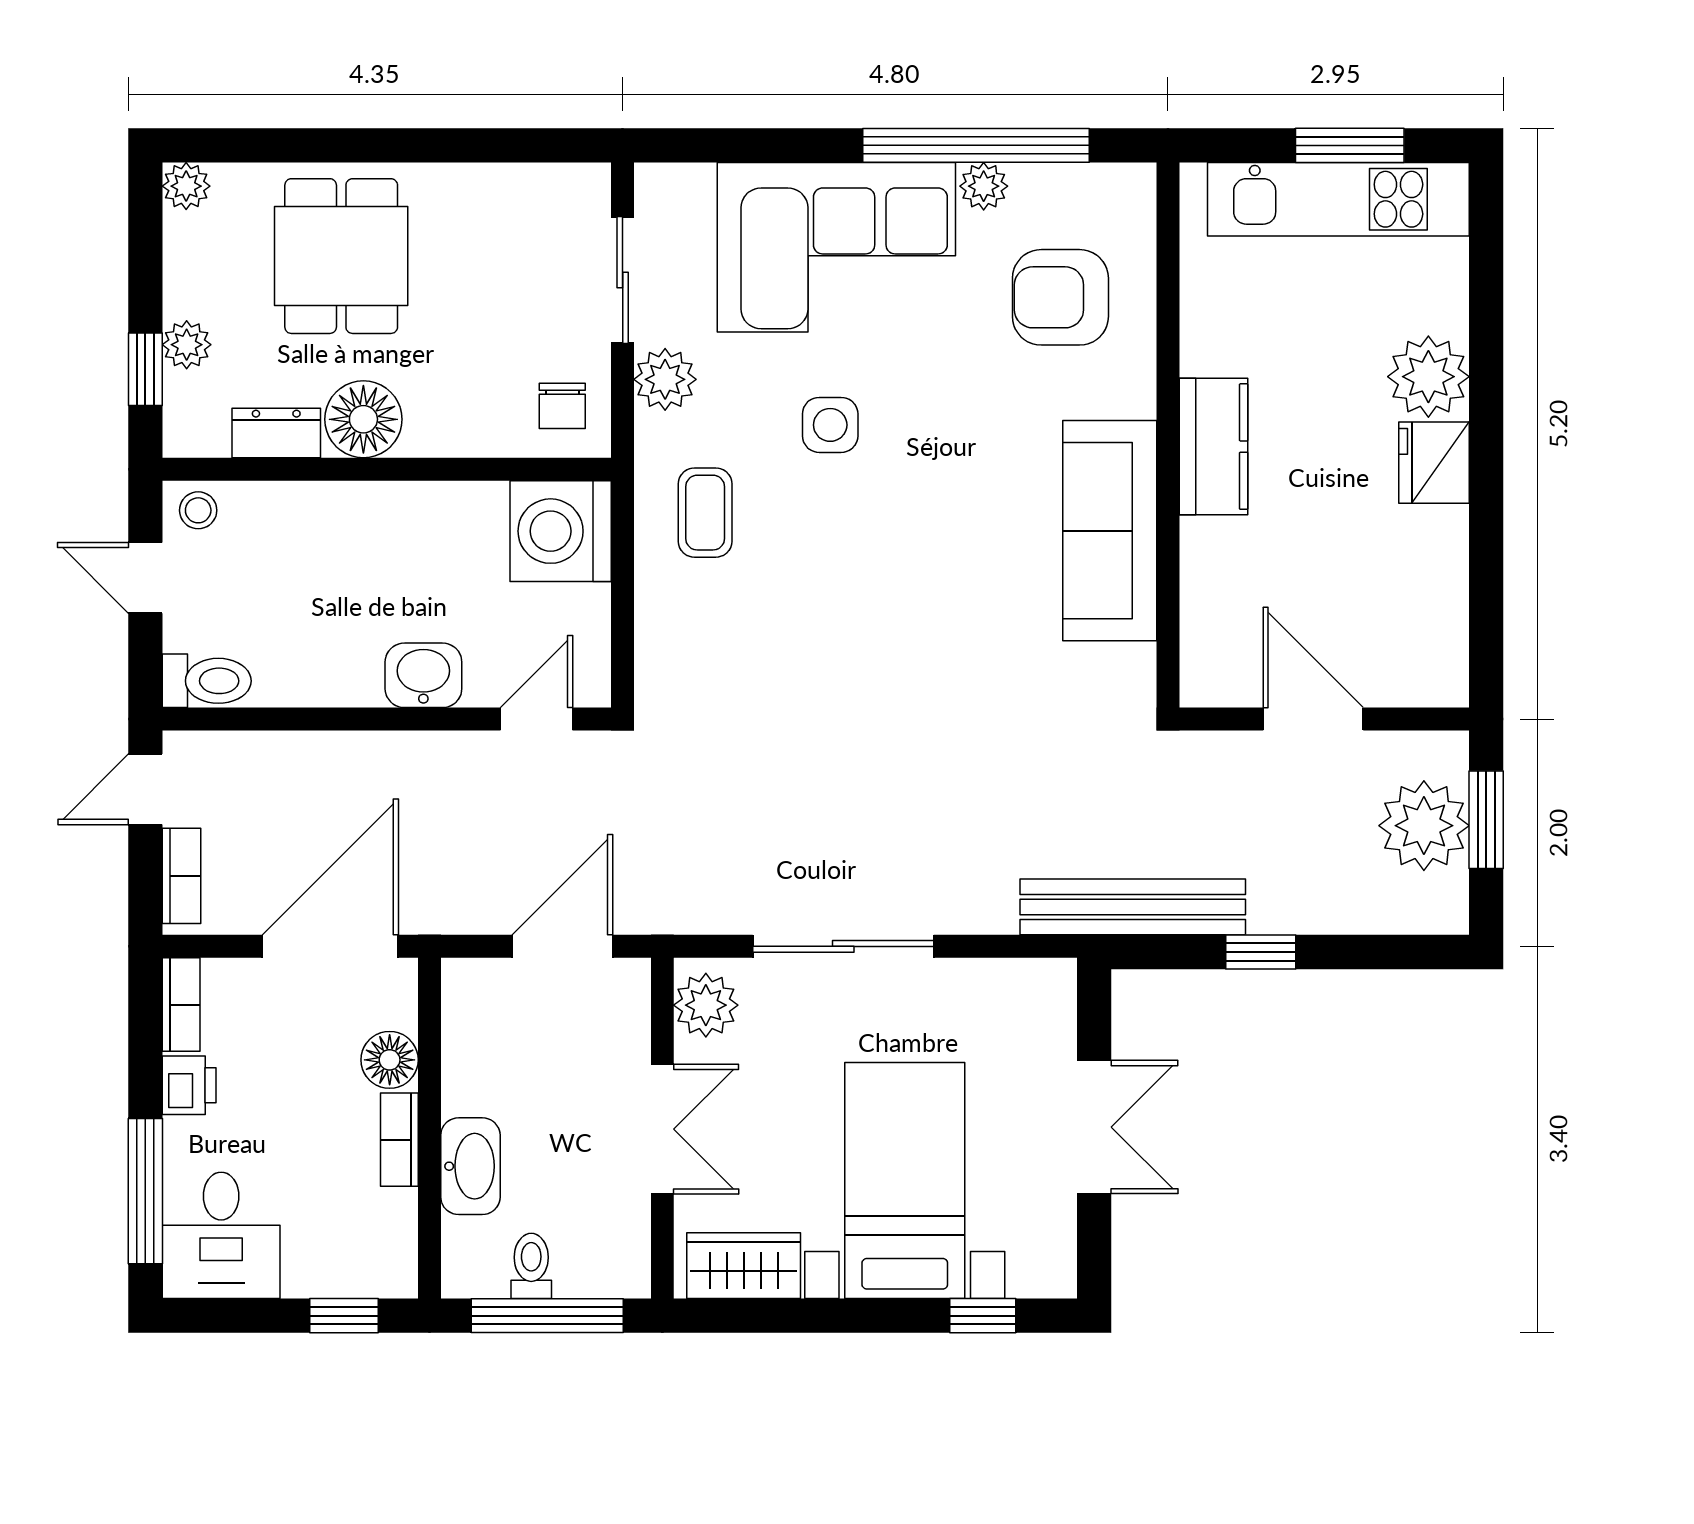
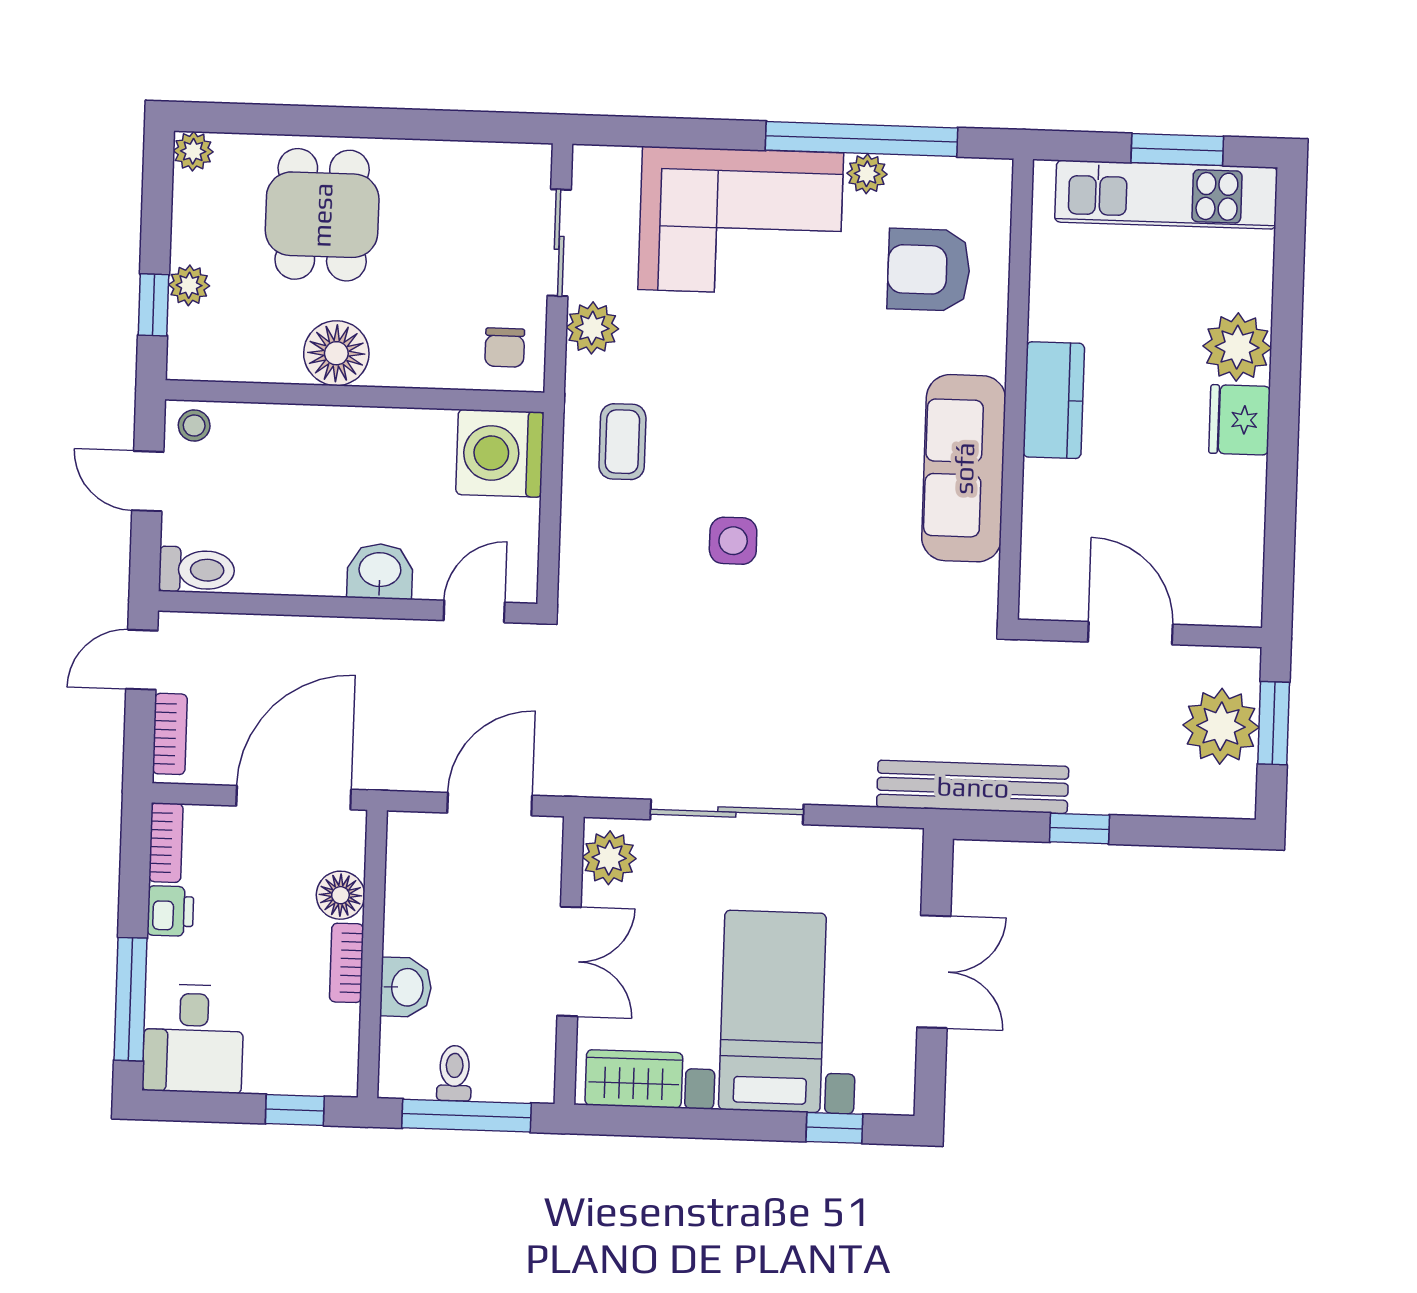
side table: (830, 425) -> (733, 541), moved
dresser: (276, 433) -> (262, 362), removed
washbasin: (470, 1166) -> (406, 987), width x0.72

